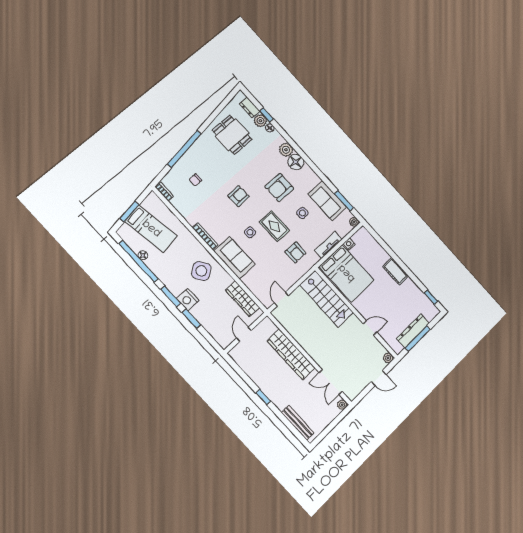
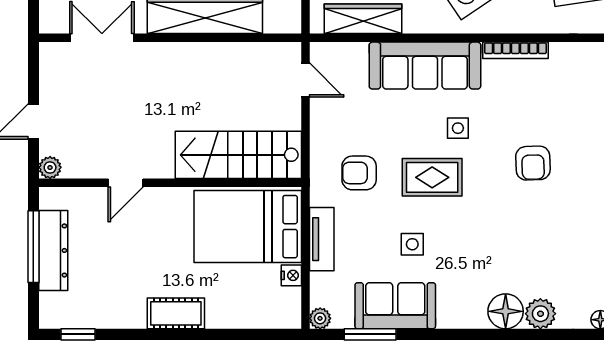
armchair: (279, 188) -> (488, 244), removed
sofa: (234, 258) -> (425, 66), width x1.36
plant: (342, 405) -> (49, 23), removed

